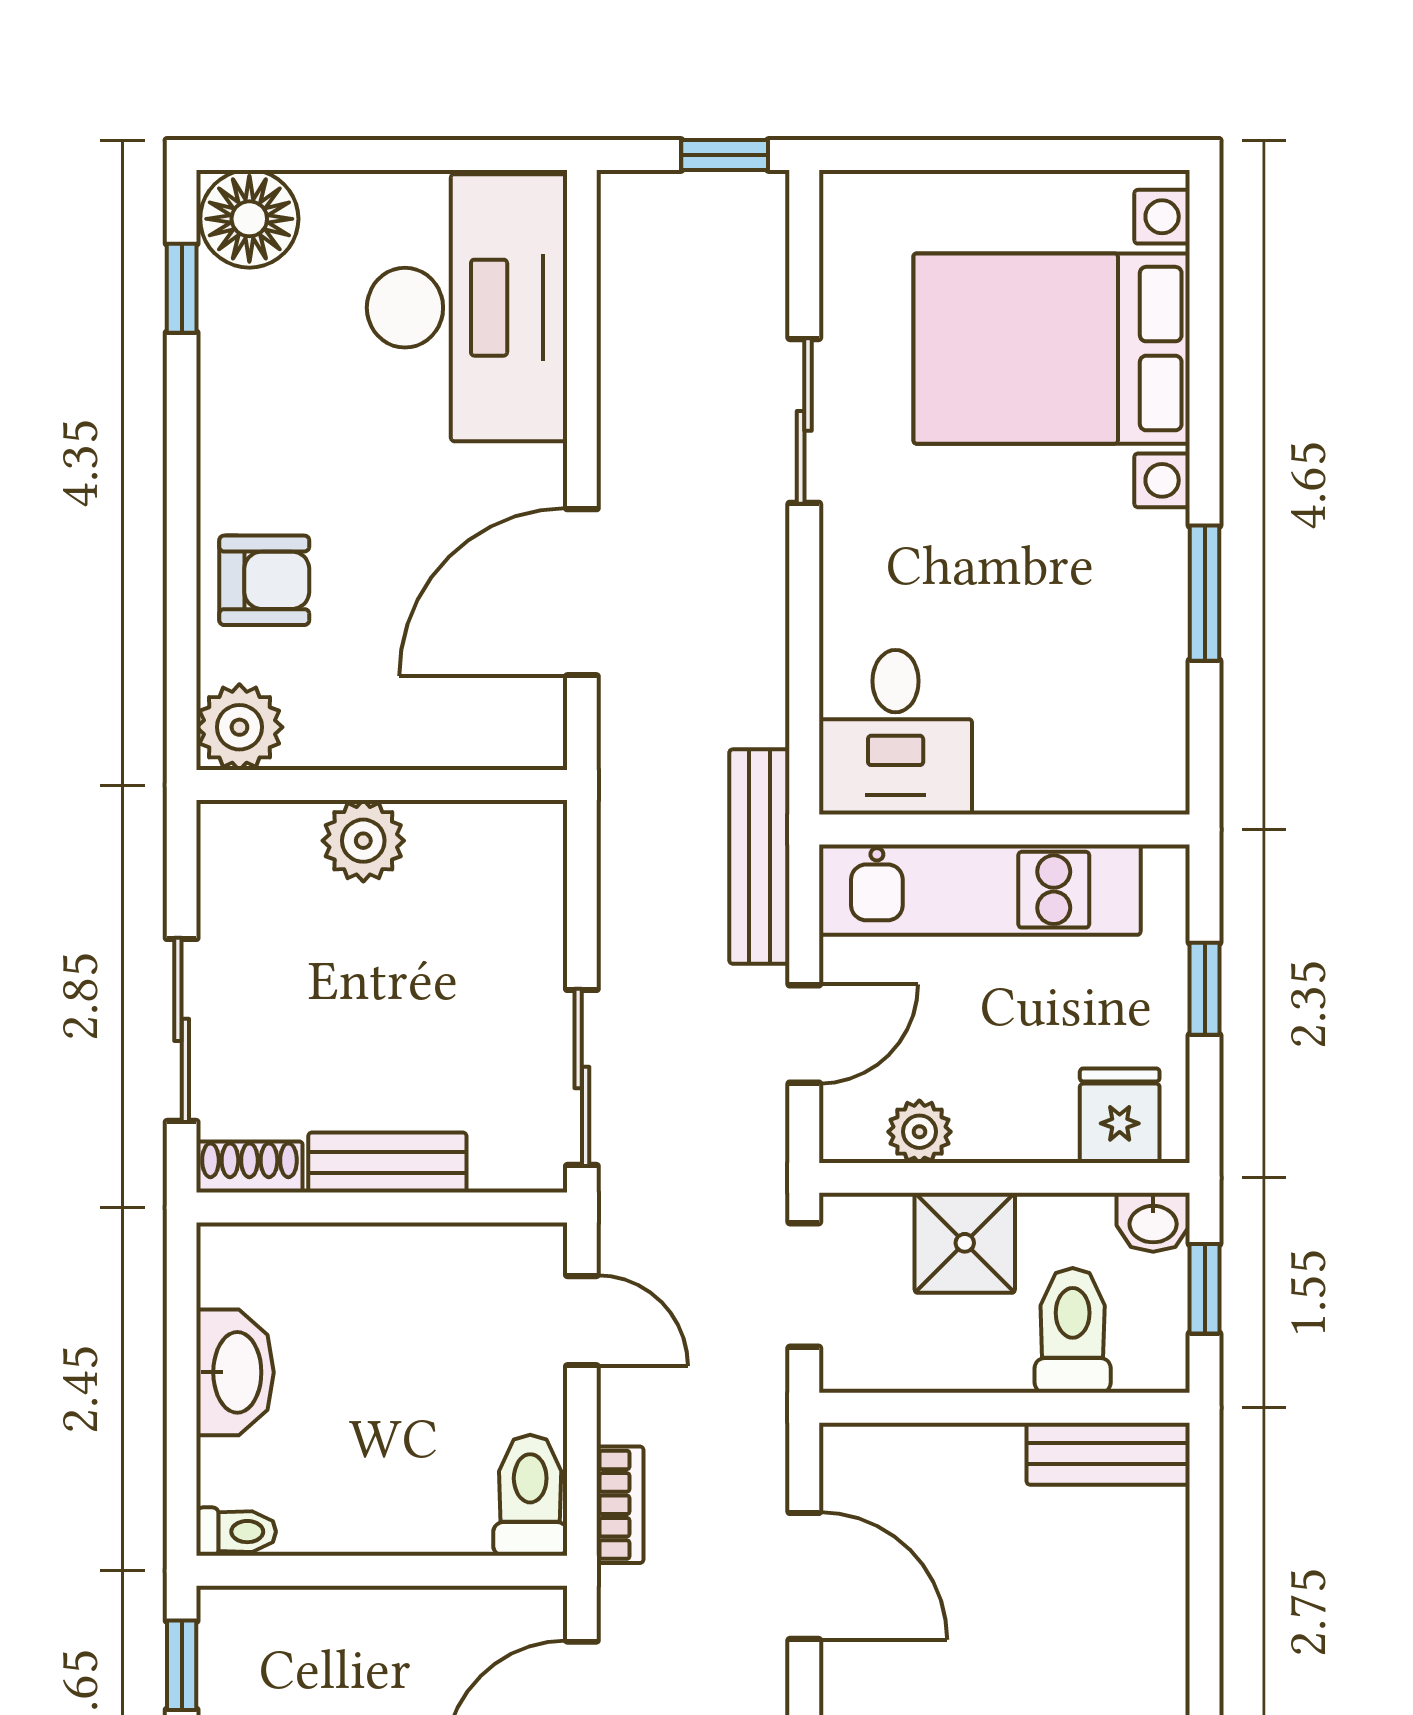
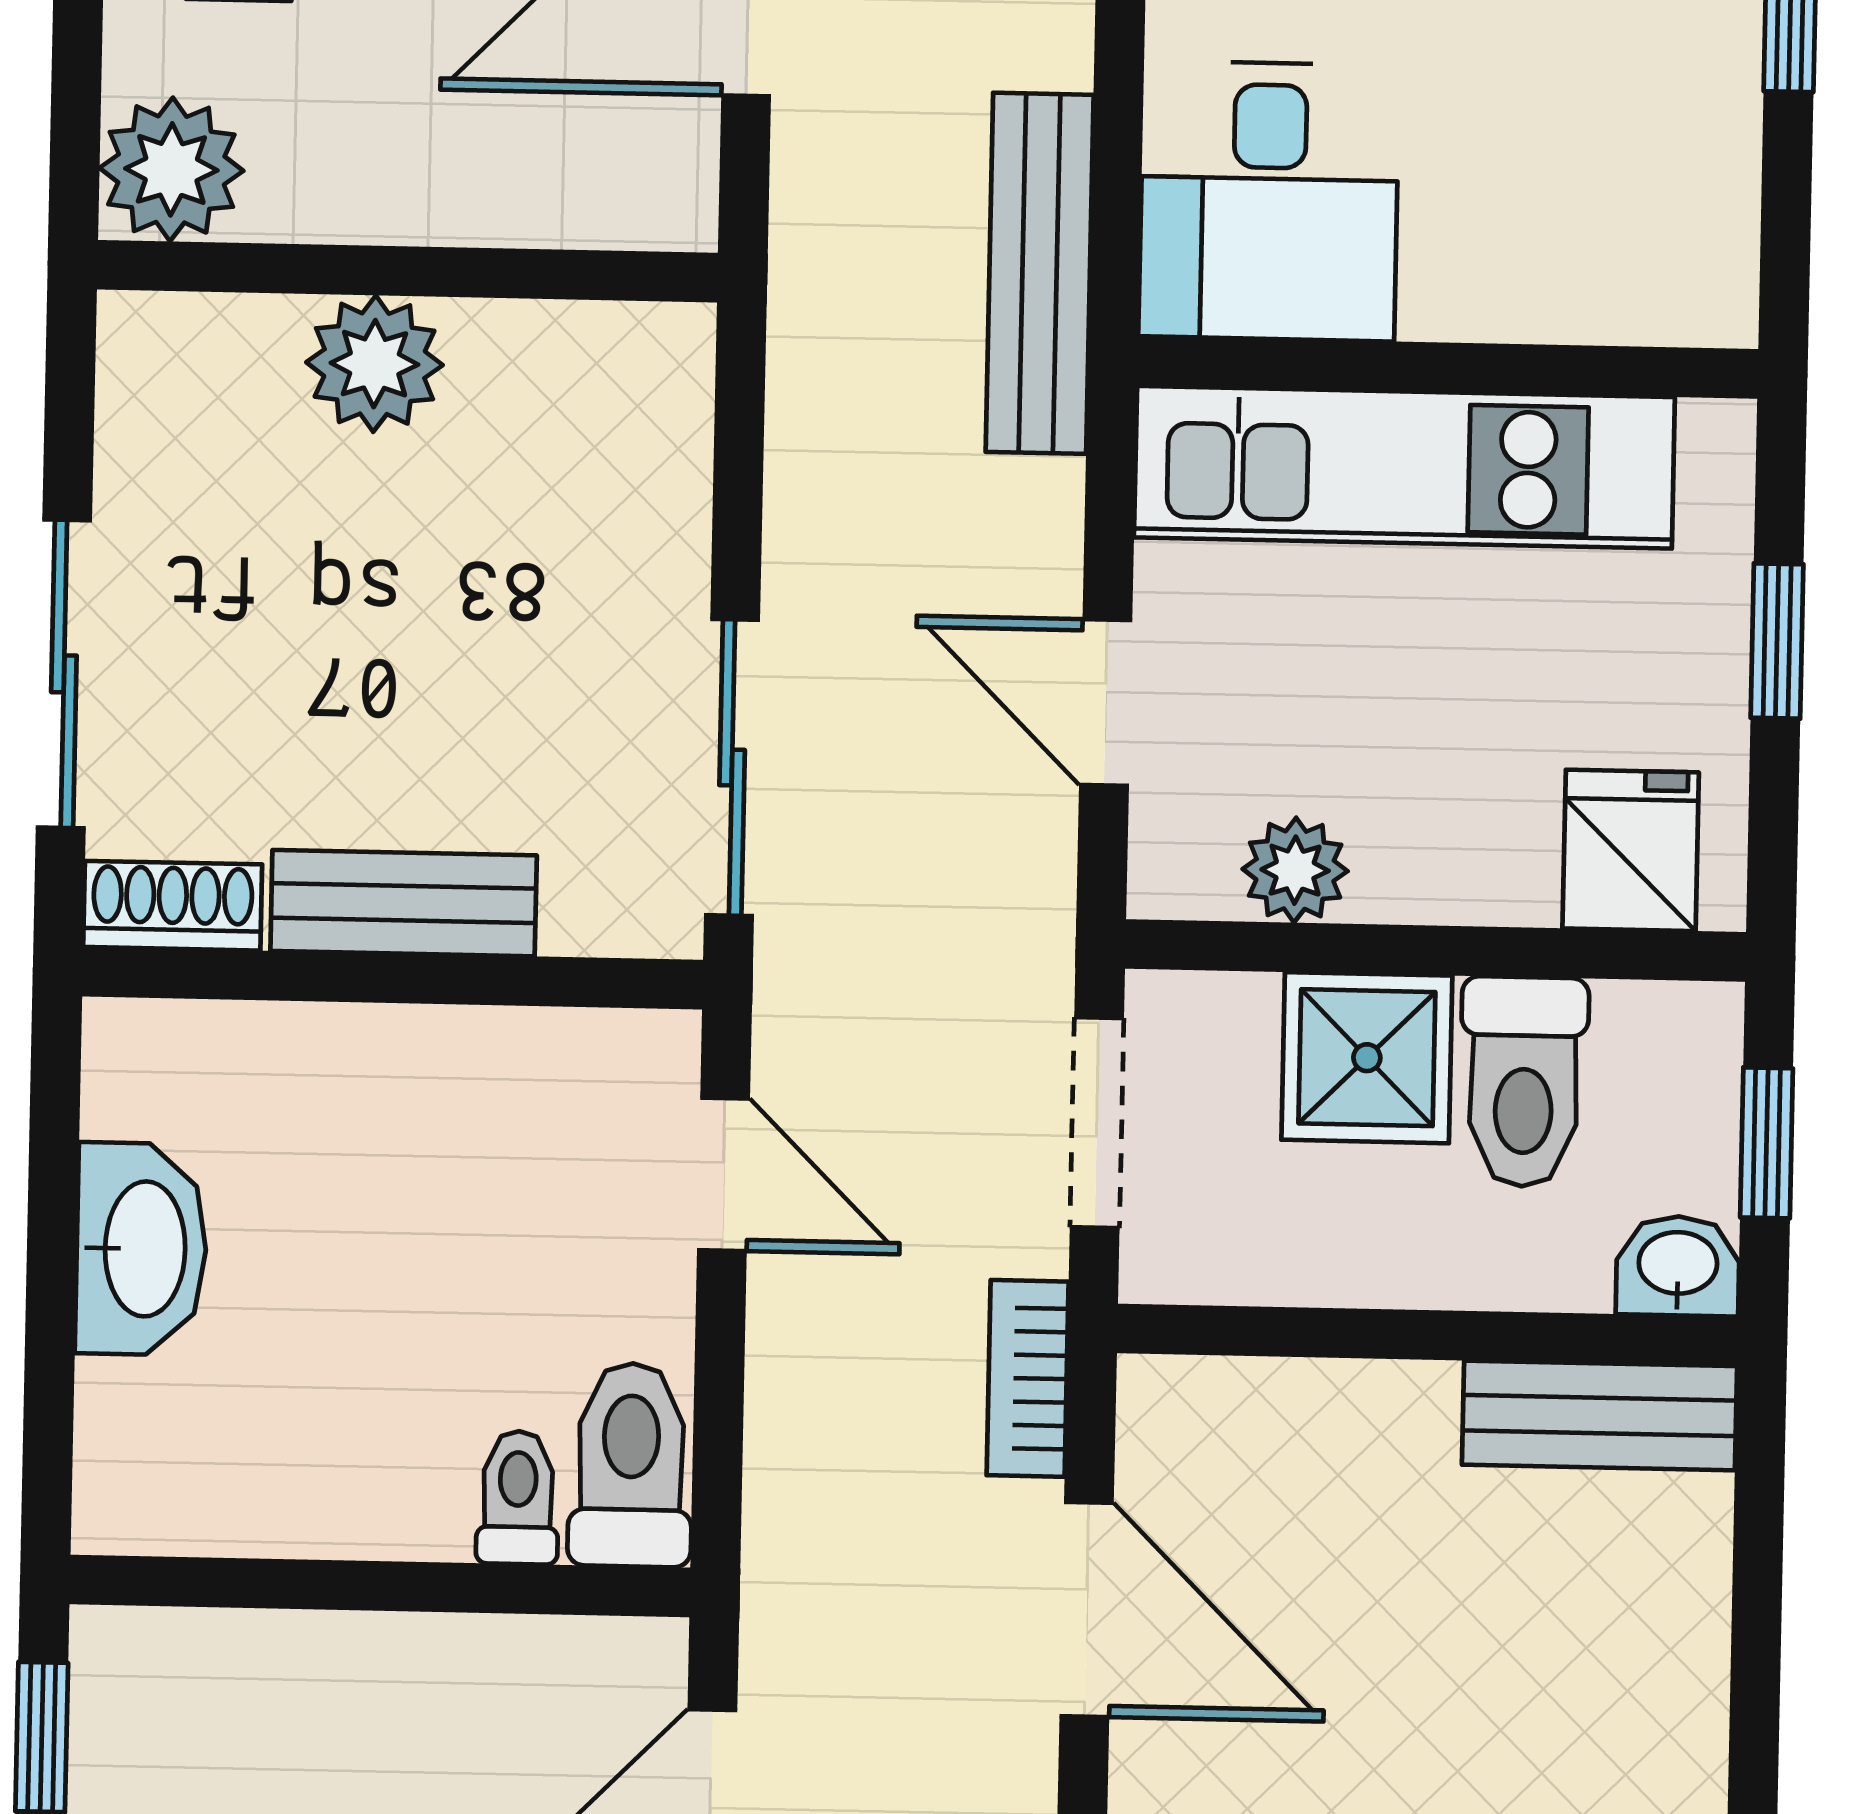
bench: (759, 857) -> (1040, 273), moved
door: (804, 1034) -> (1106, 703), swing flipped
washbasin: (1153, 1222) -> (1678, 1266), moved, turned 180
toilet: (1073, 1330) -> (1524, 1082), moved, turned 180
bookcase: (620, 1505) -> (1028, 1378), moved, turned 180
toilet: (236, 1532) -> (518, 1498), moved, turned -90

